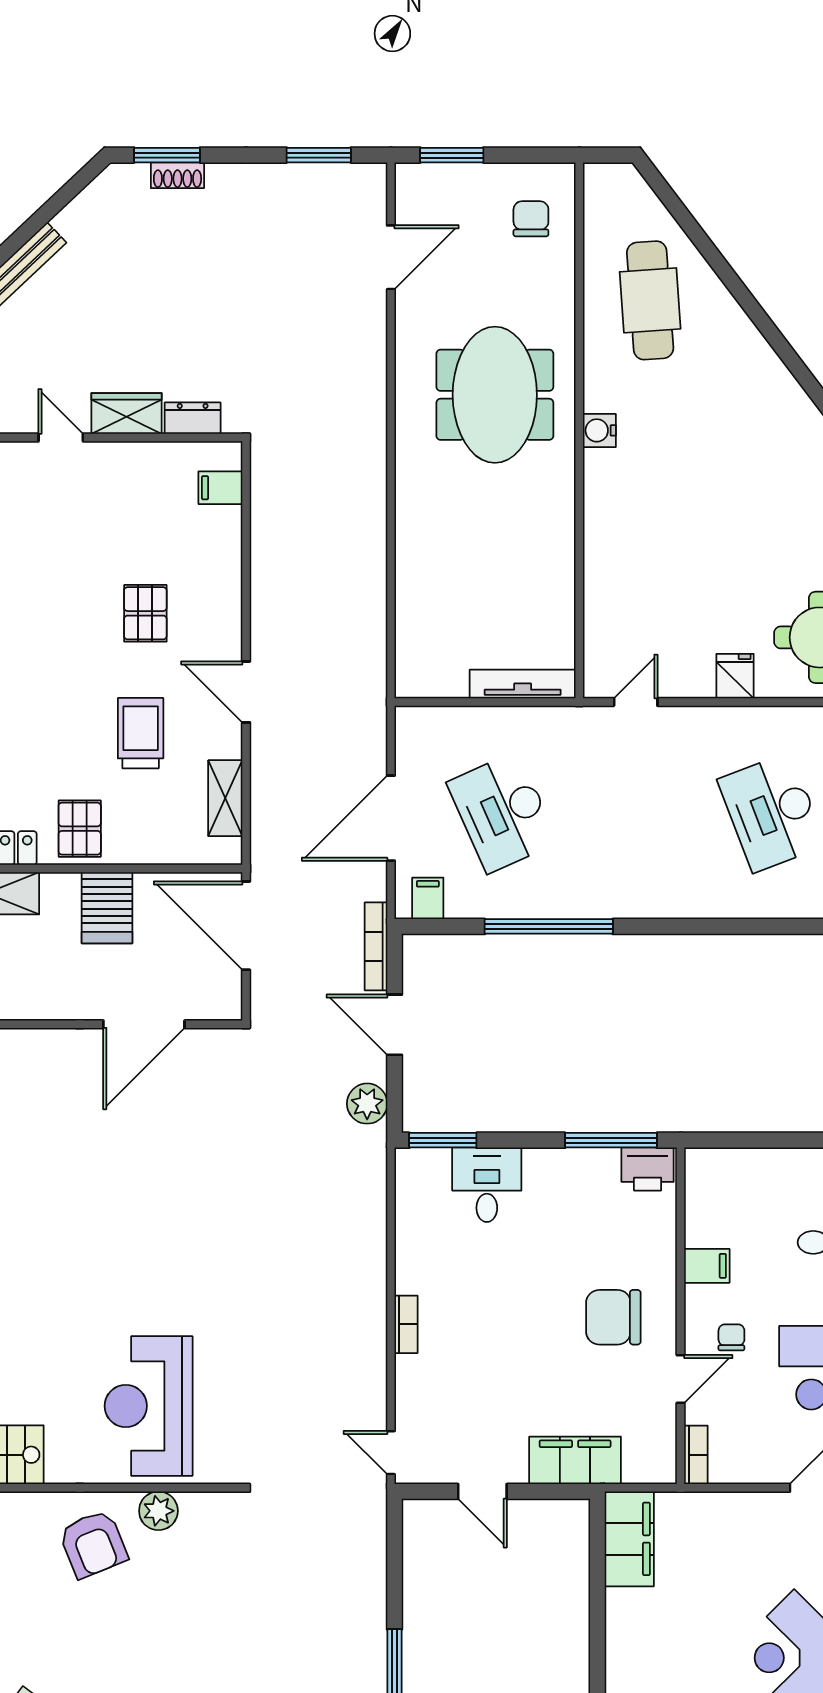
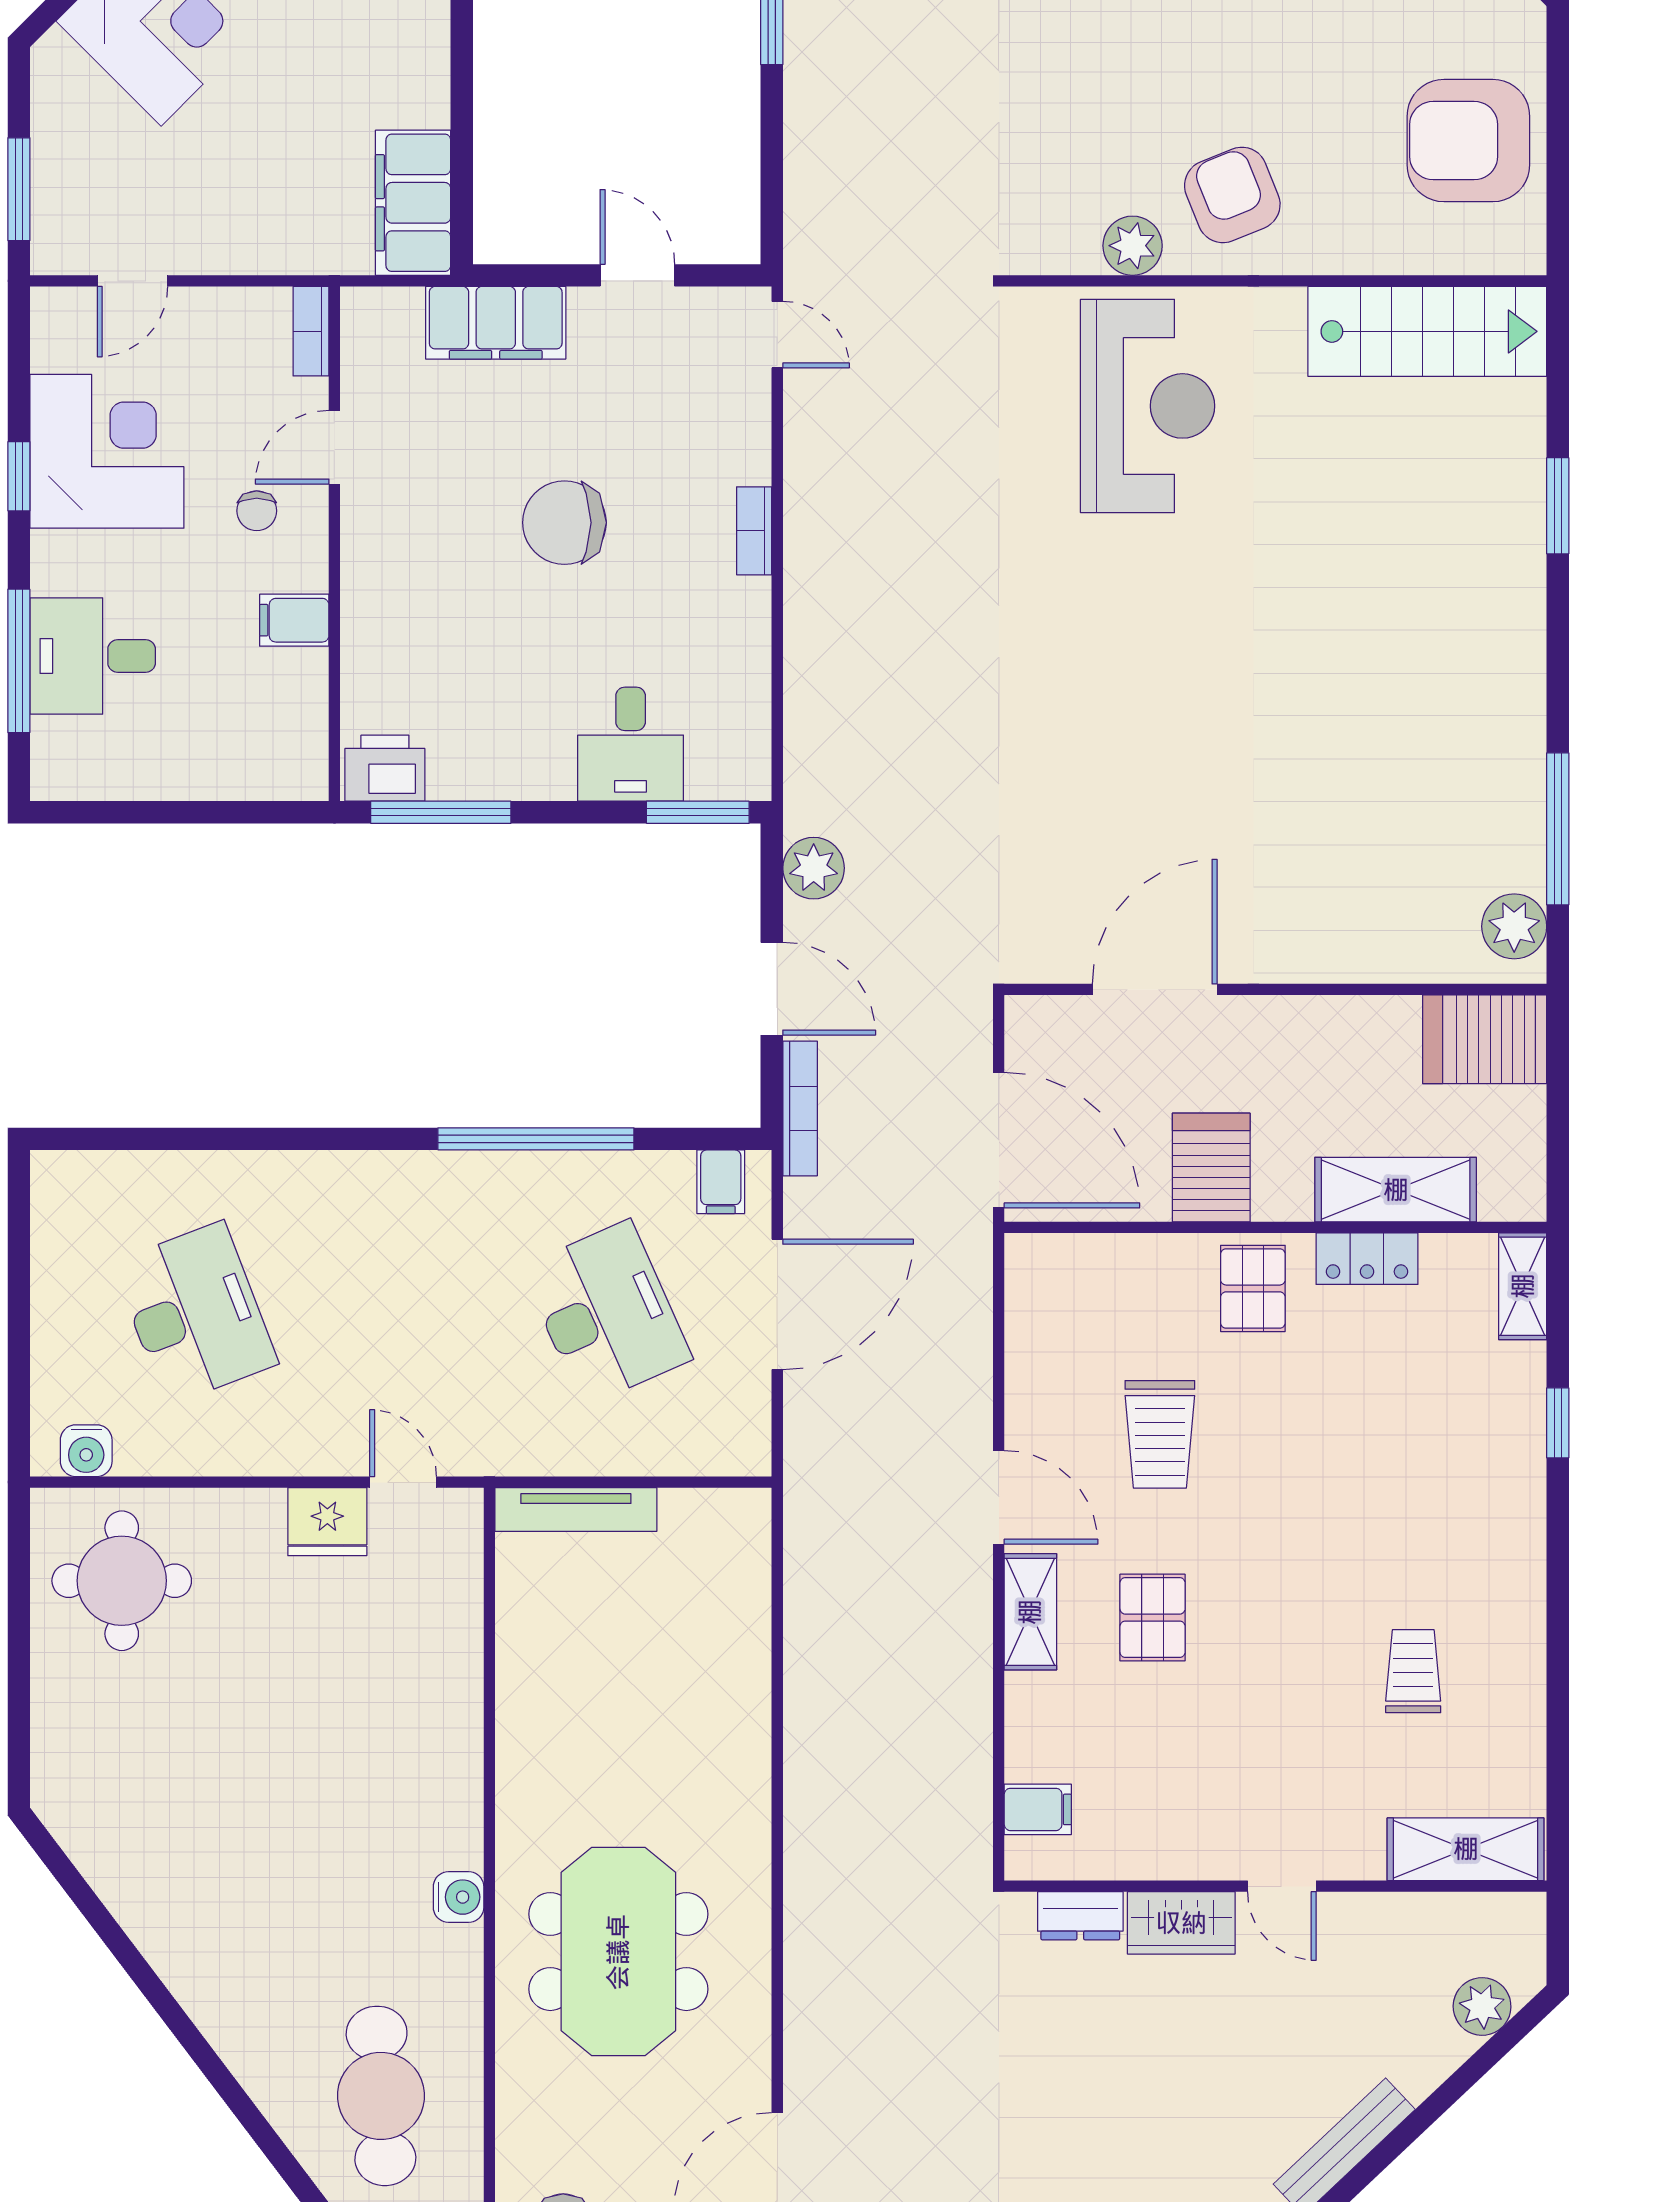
fridge: (735, 676) -> (327, 1522), moved, width x1.38
door: (636, 702) -> (403, 1482), swing flipped
shelving: (225, 798) -> (1030, 1612), moved
chair: (613, 1317) -> (564, 523), moved, turned 180

